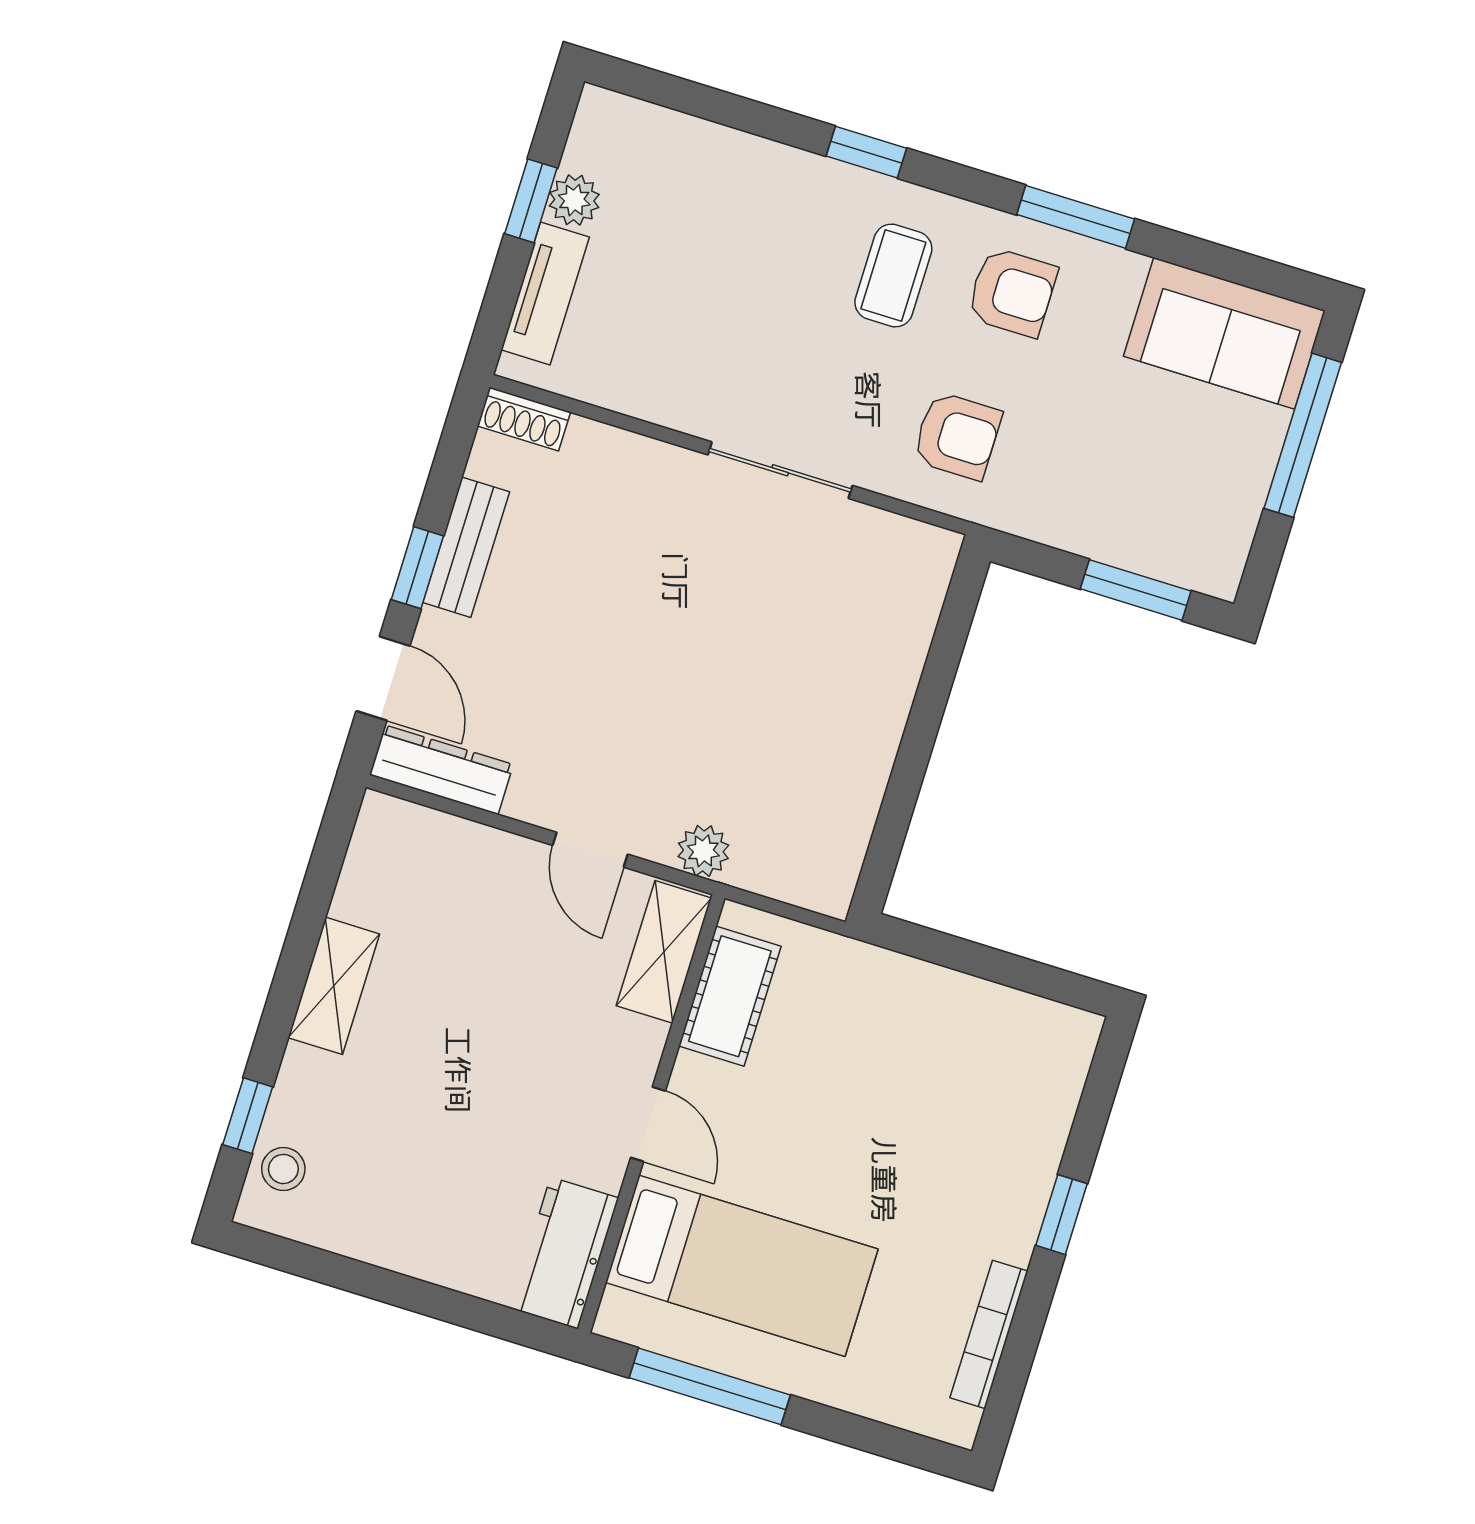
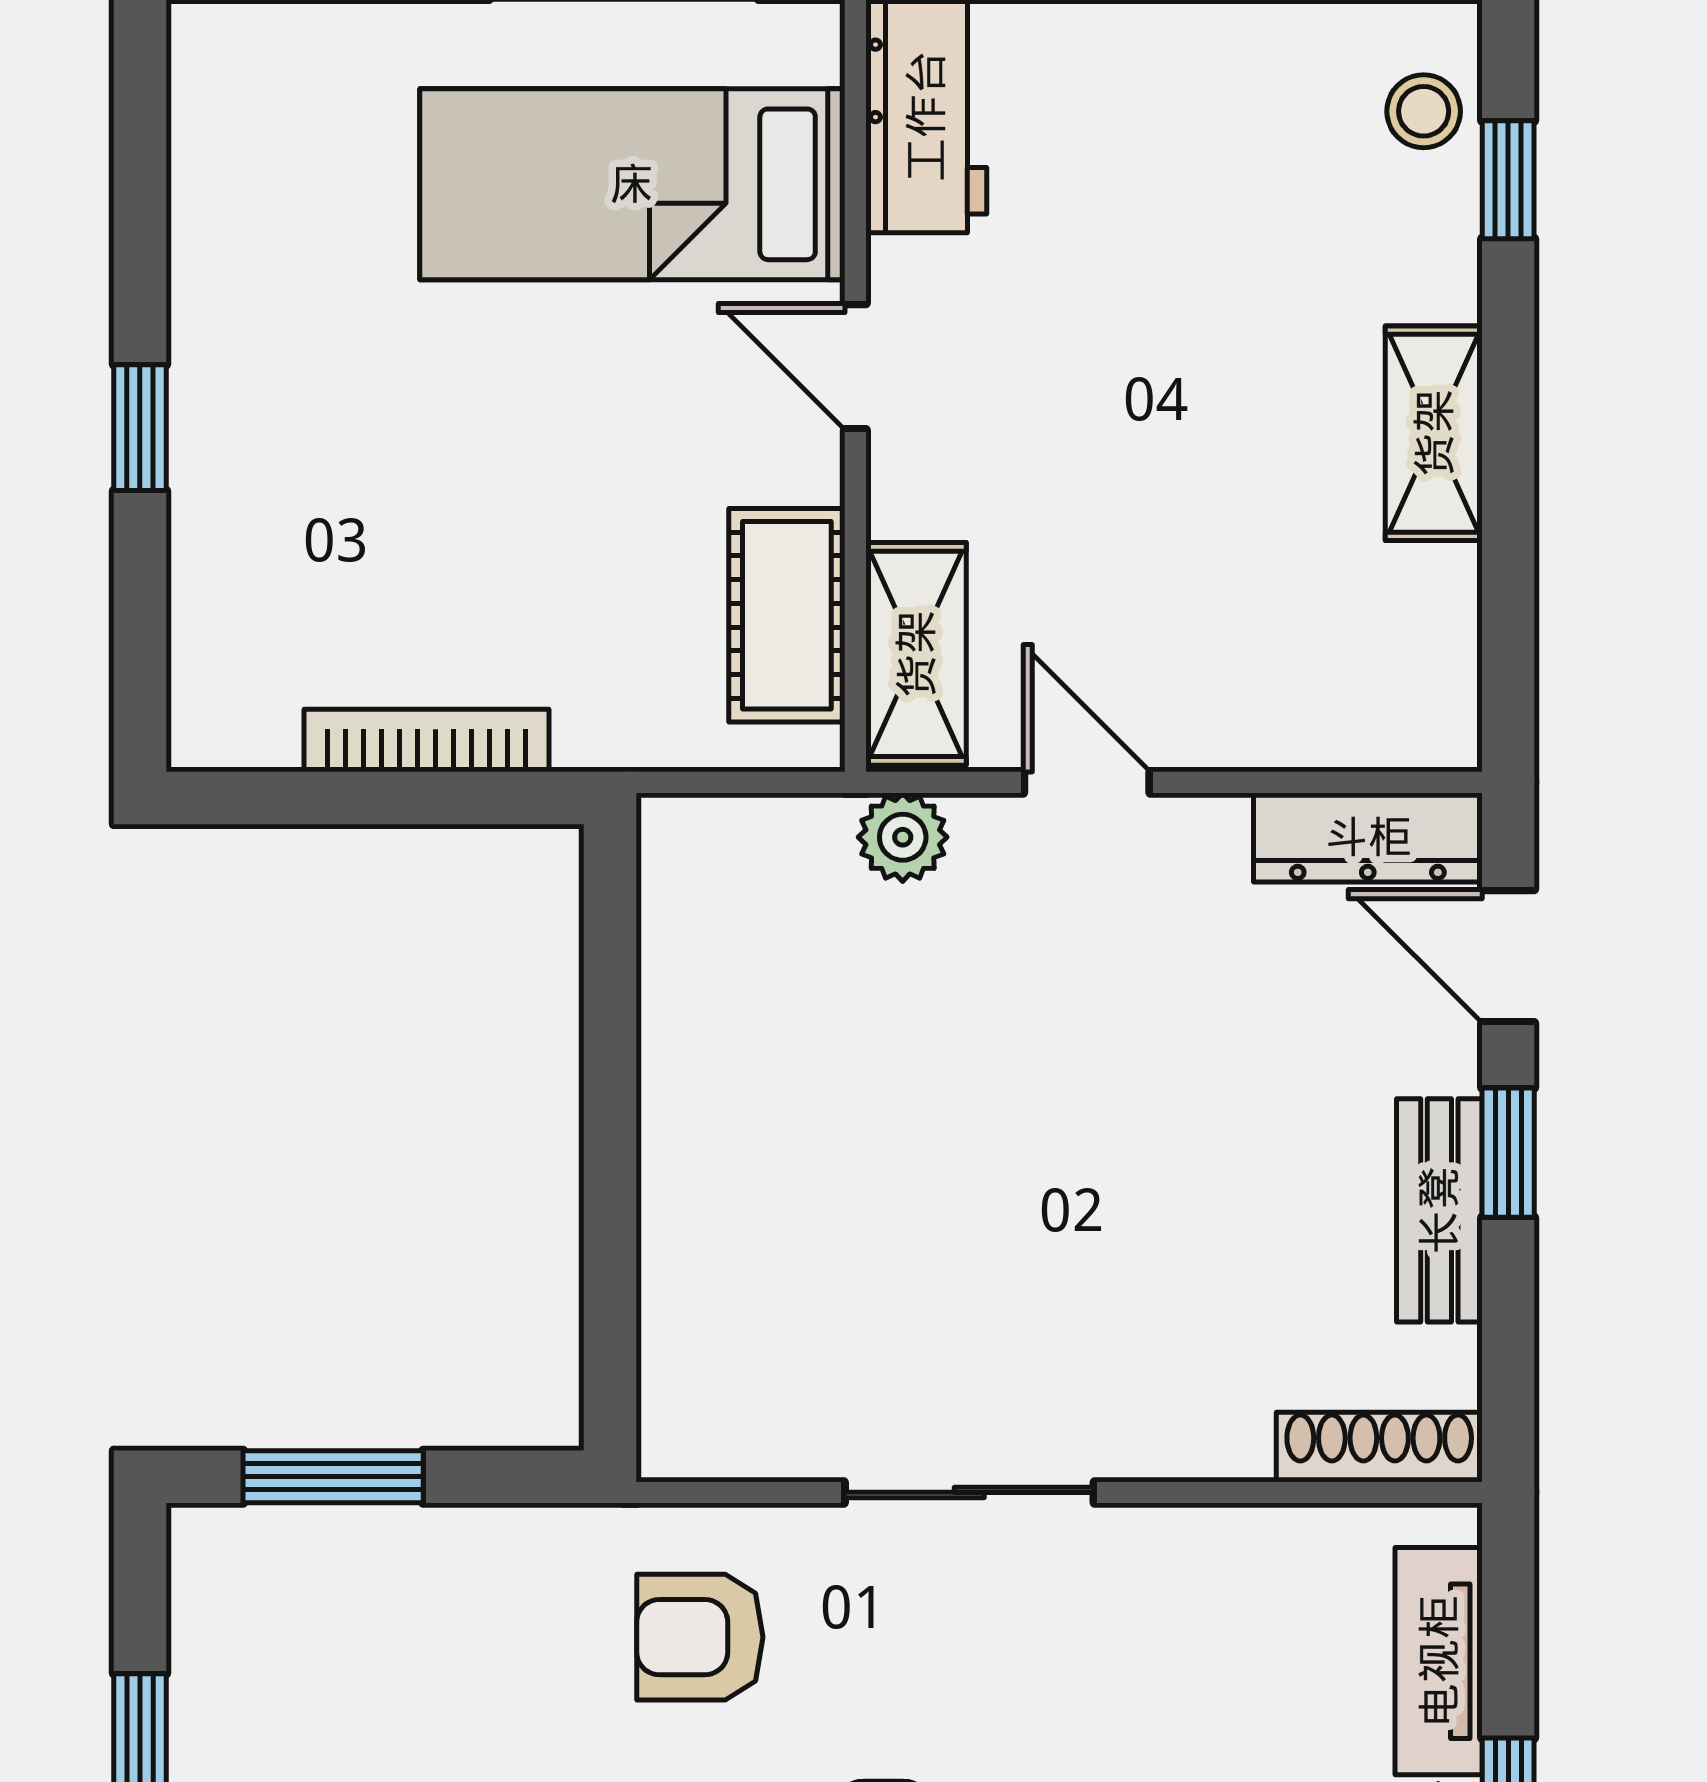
shoe rack: (524, 419) -> (1379, 1447), width x1.43
bookcase: (989, 1334) -> (426, 741), moved, turned -90

